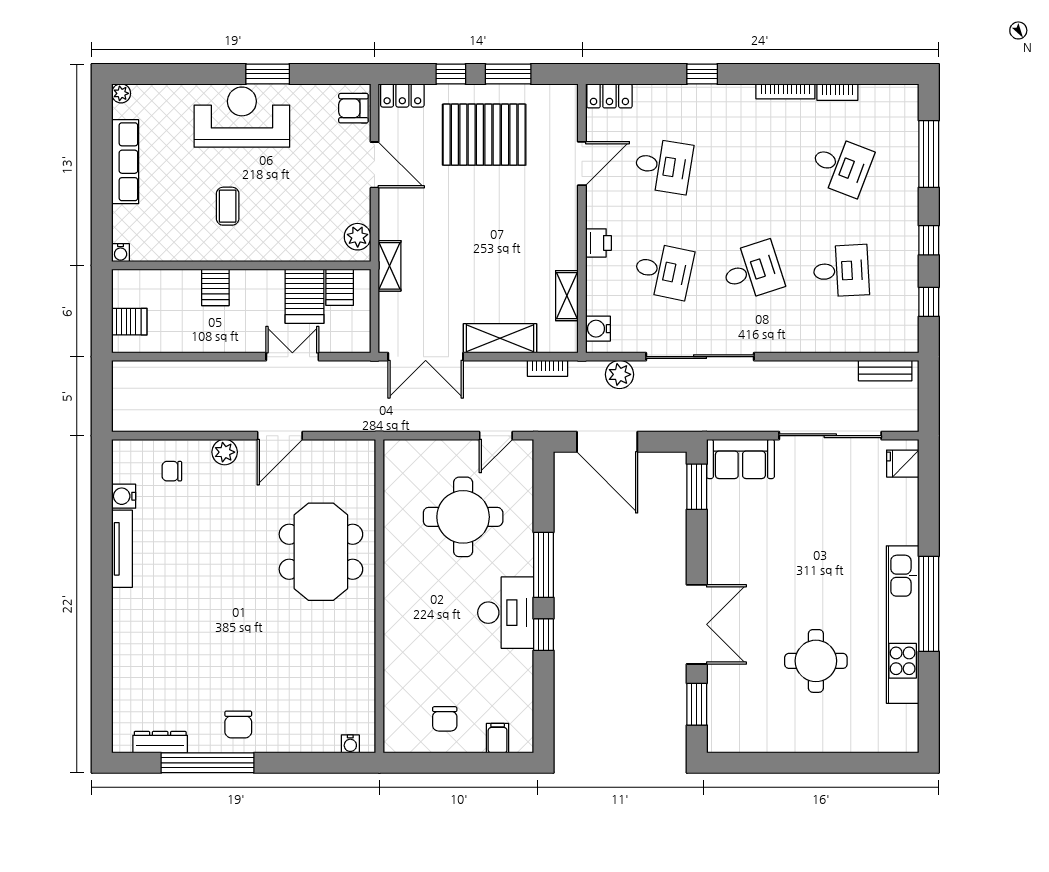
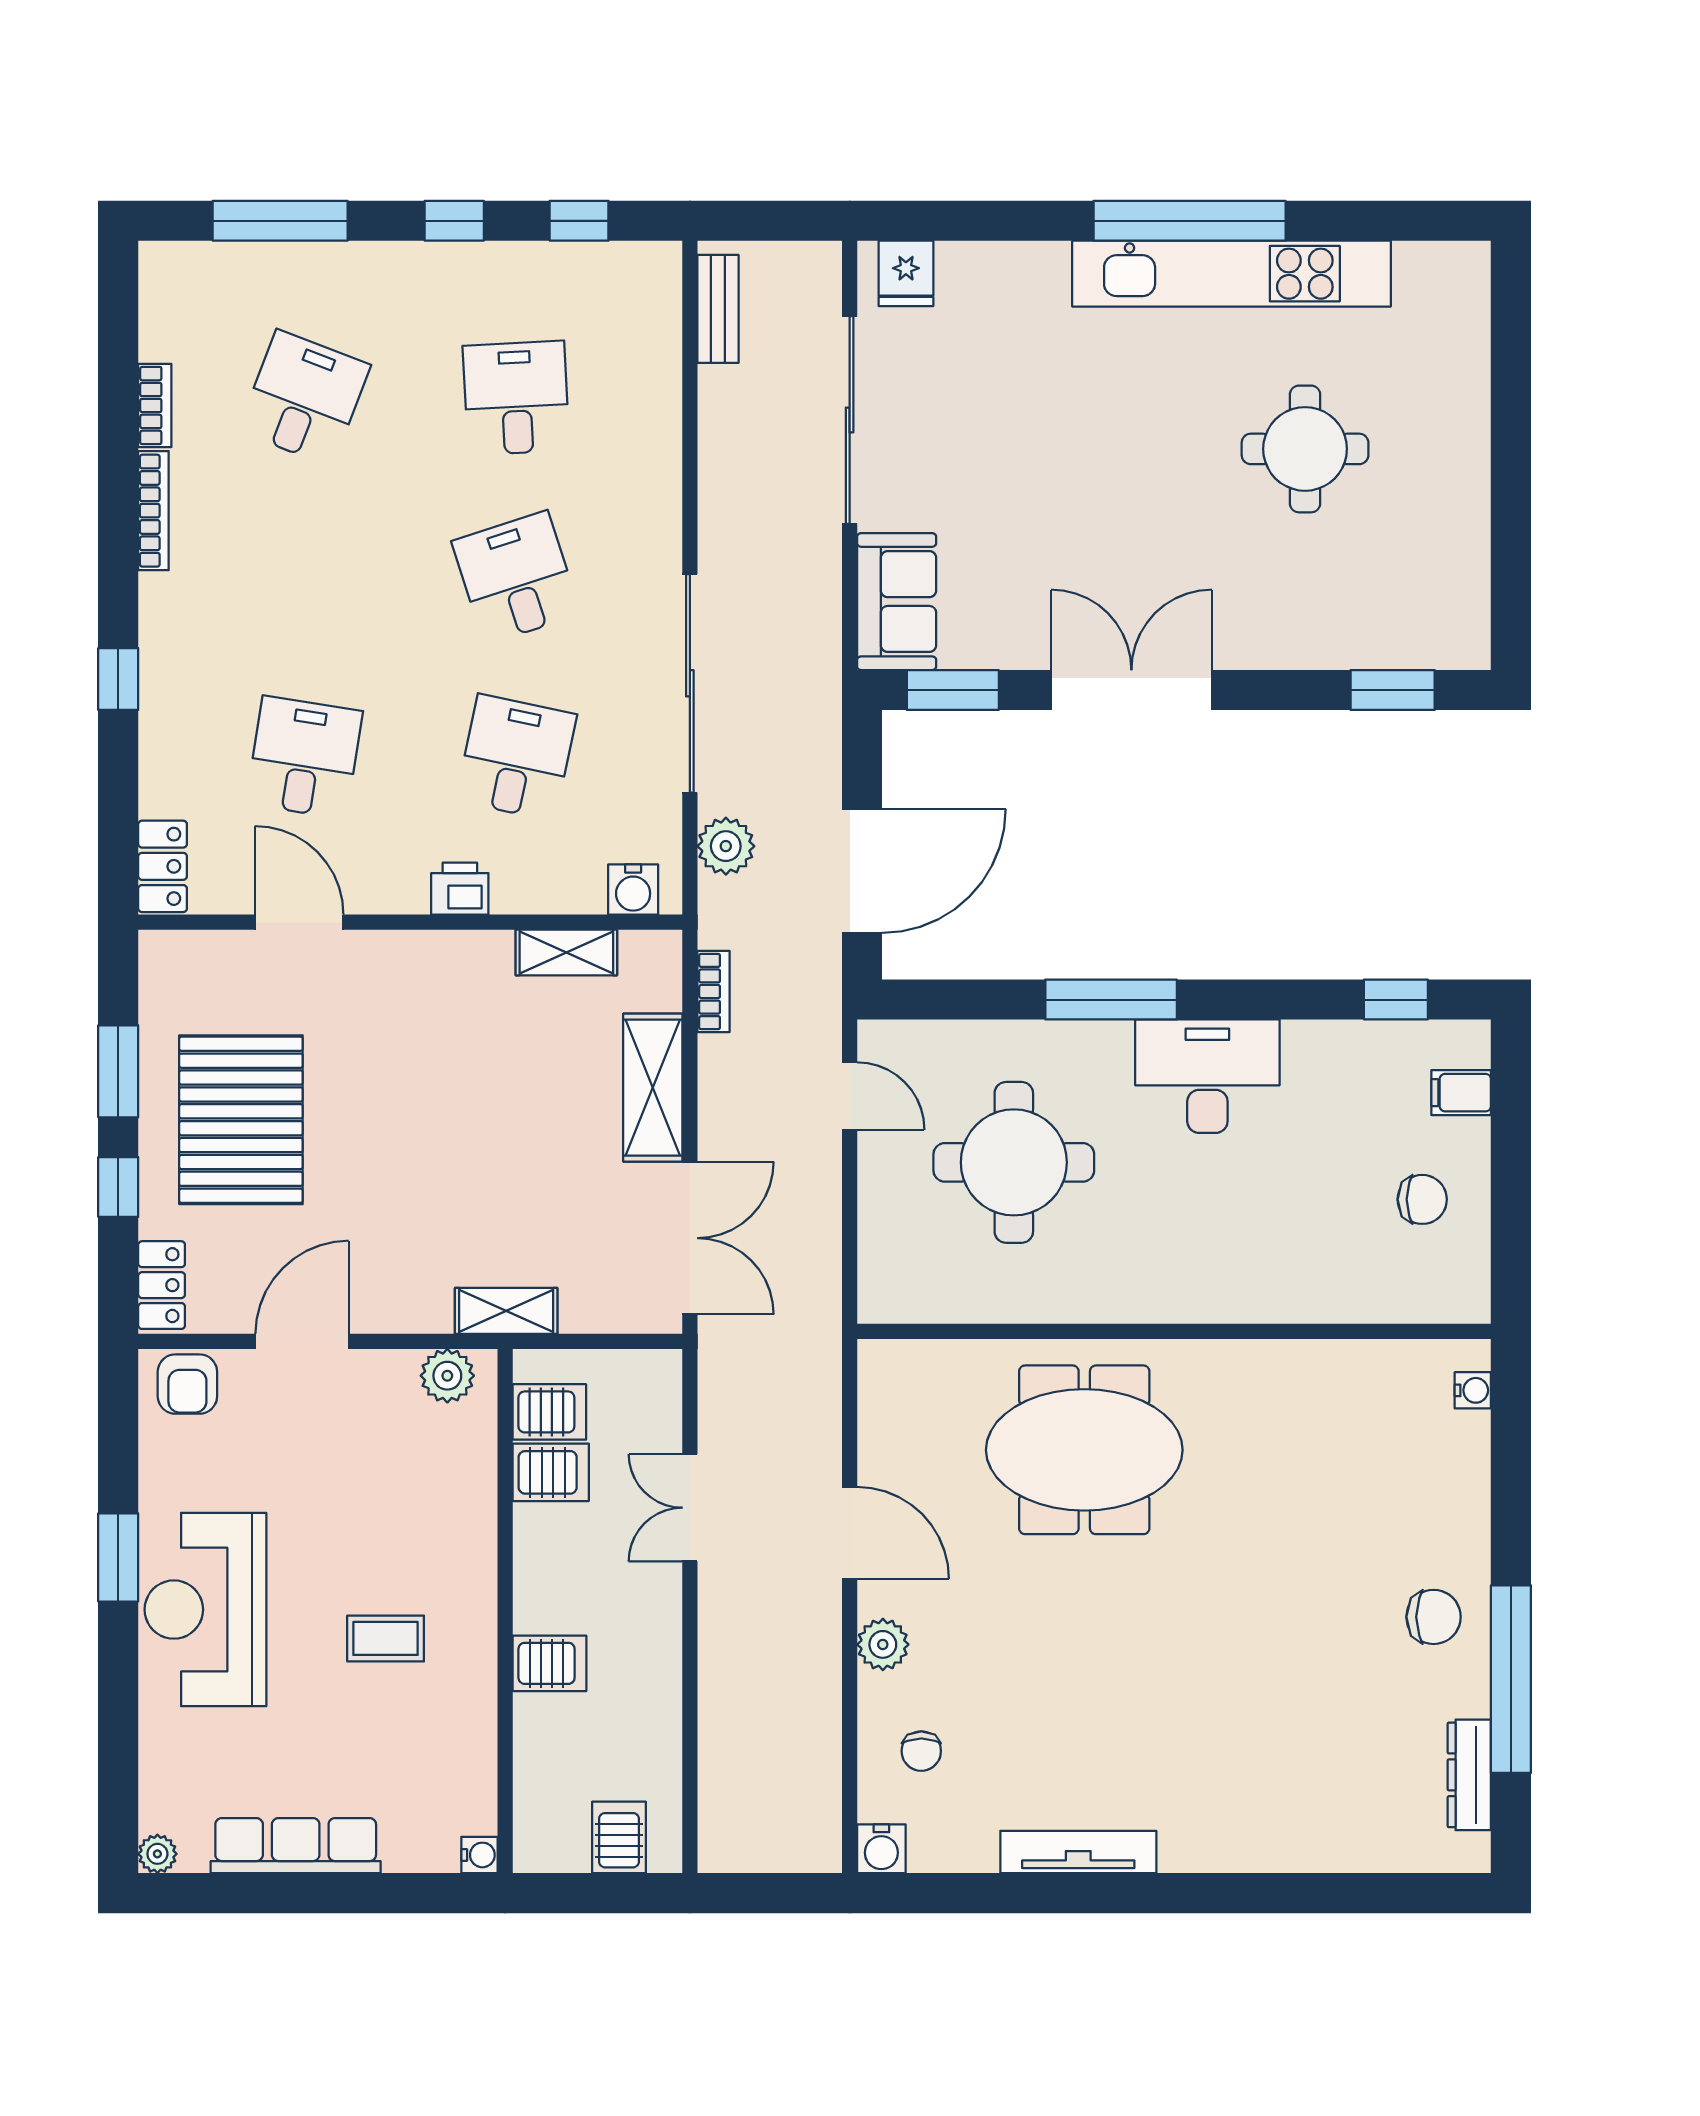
server rack: (305, 296) -> (551, 1472), width x0.73, depth x0.70
water cooler: (124, 496) -> (881, 1849), moved
double door: (697, 624) -> (1131, 690), moved
window: (544, 635) -> (1396, 1000), moved

